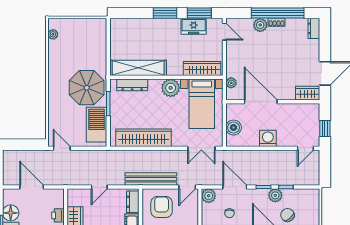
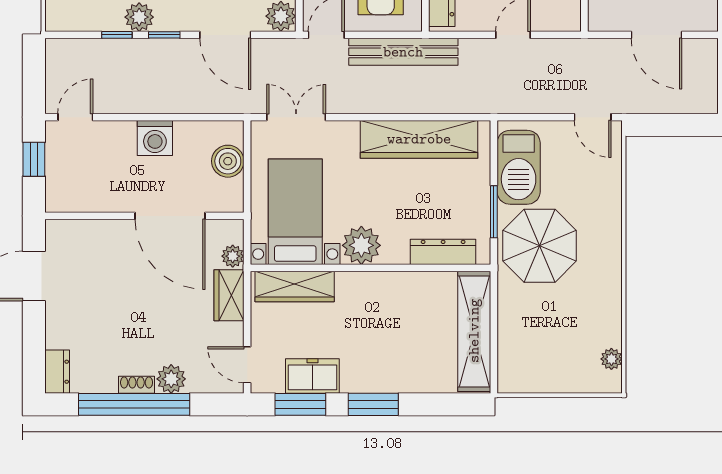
shelving: (138, 68) -> (474, 331), moved, turned 90
wardrobe: (308, 93) -> (229, 295), moved, turned 90

